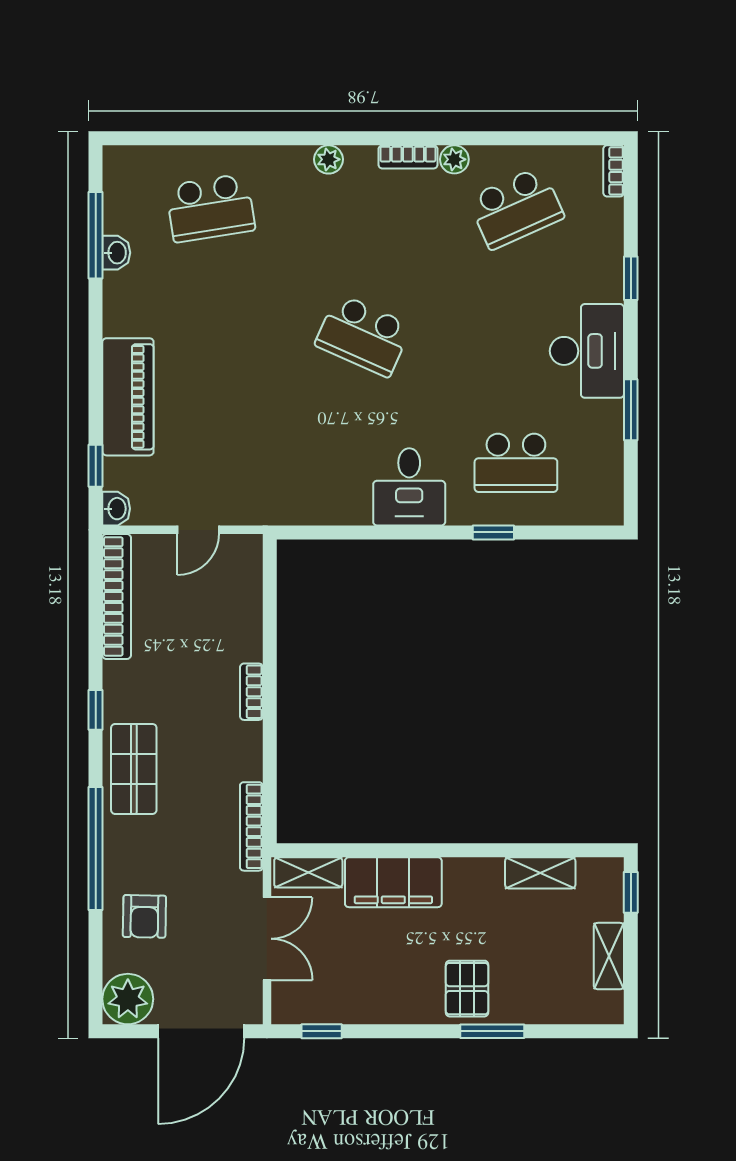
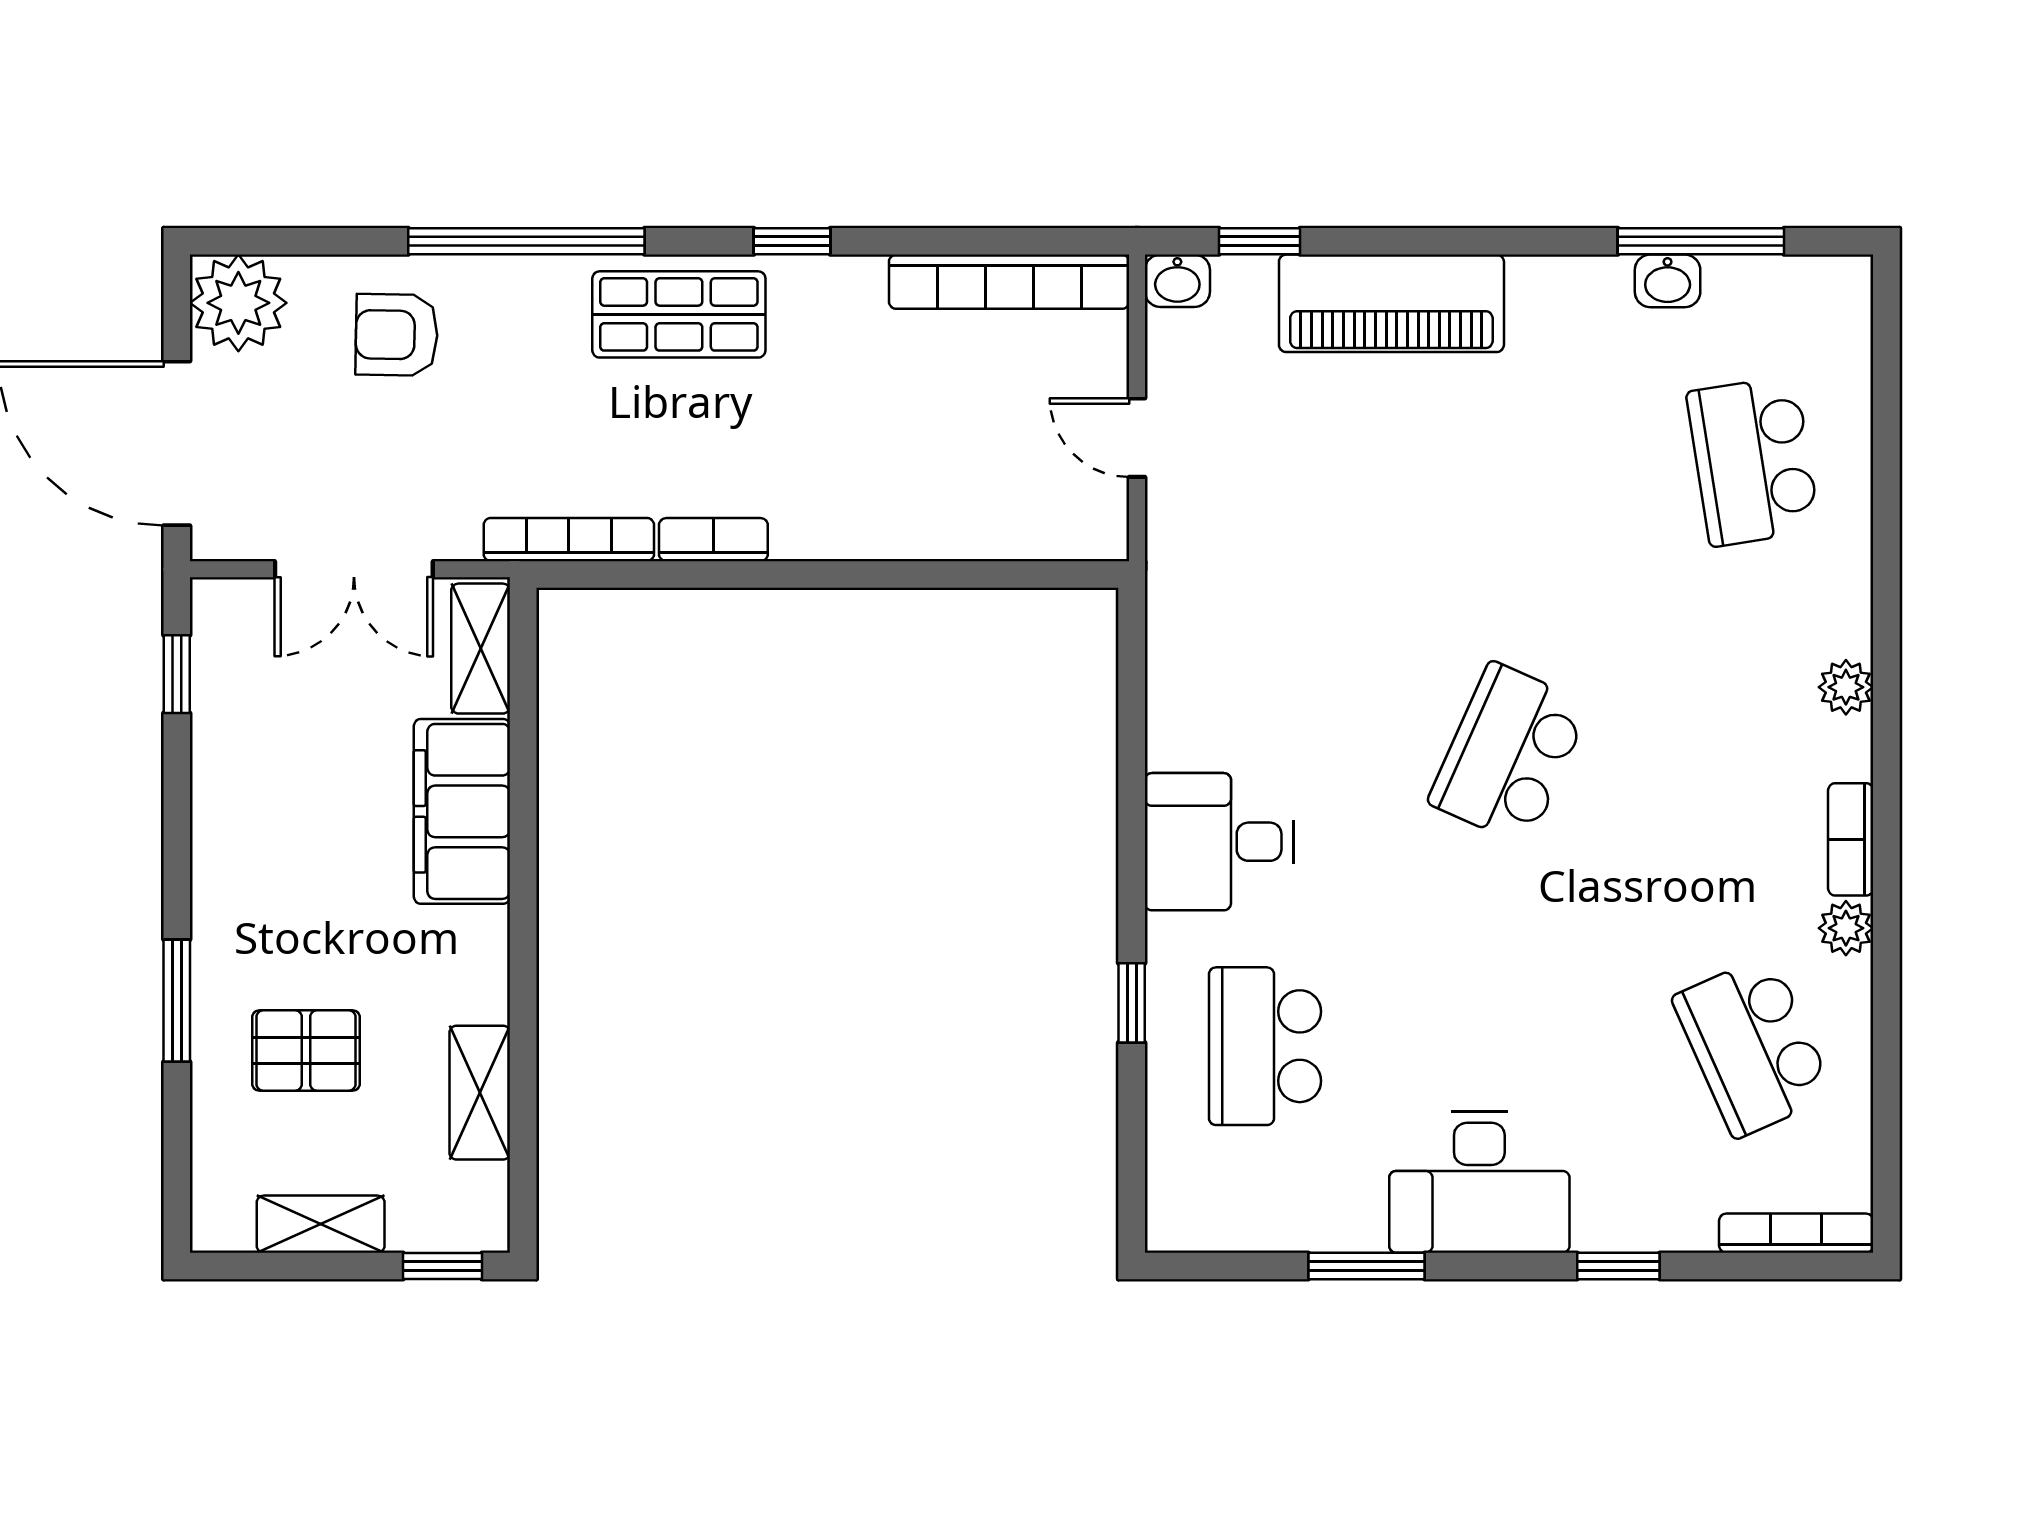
bookcase: (614, 171) -> (1796, 1233), width x1.56
bookcase: (251, 692) -> (713, 540), moved
pallet: (467, 989) -> (306, 1051), moved

